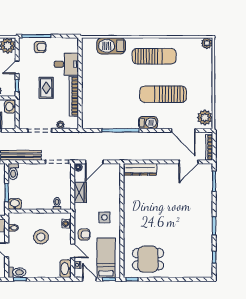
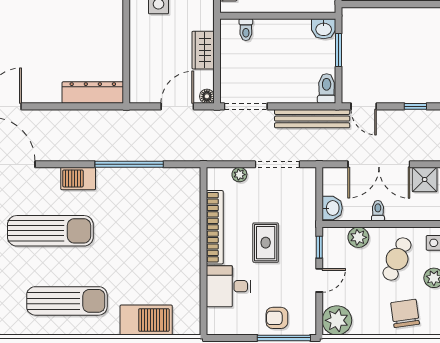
sun lounger: (154, 56) -> (67, 301), turned 180

